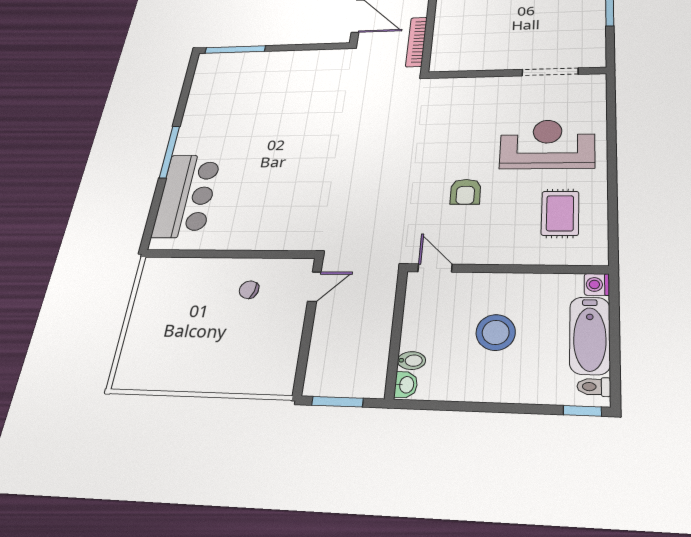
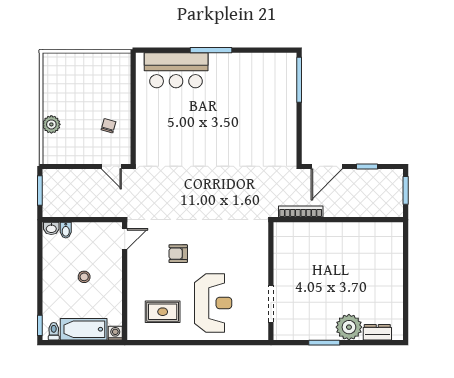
stool: (496, 332) -> (84, 277), width x0.53, depth x0.53
plant: (229, 379) -> (51, 124), added

